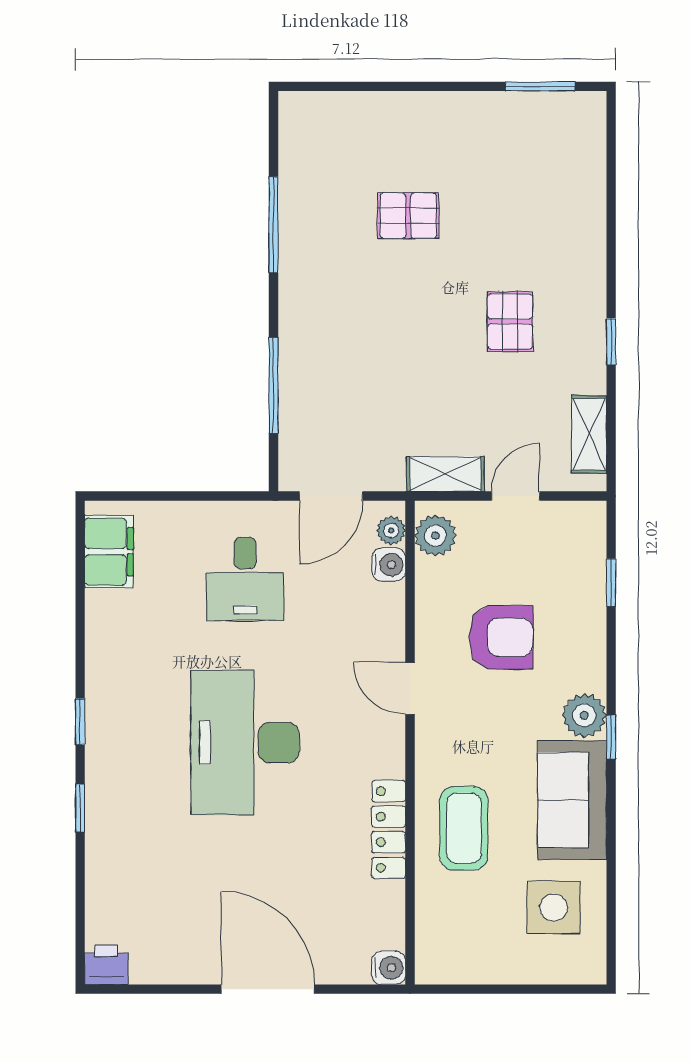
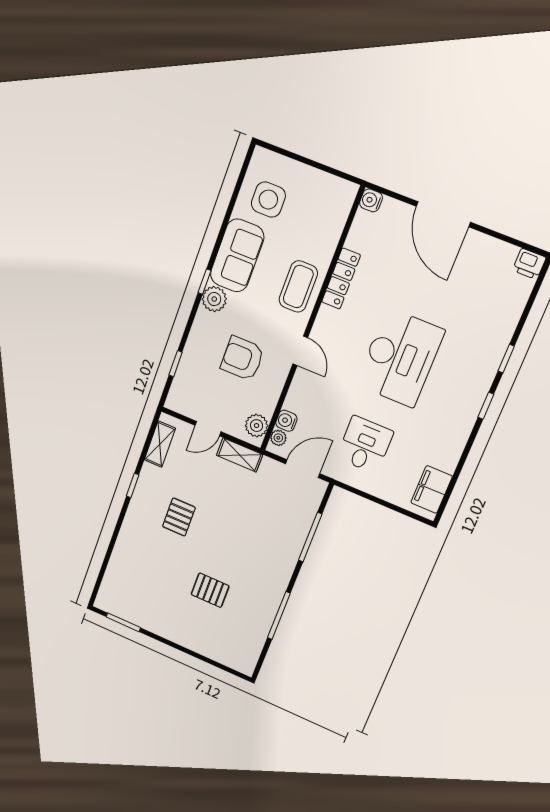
coffee table: (464, 828) -> (298, 287), moved

